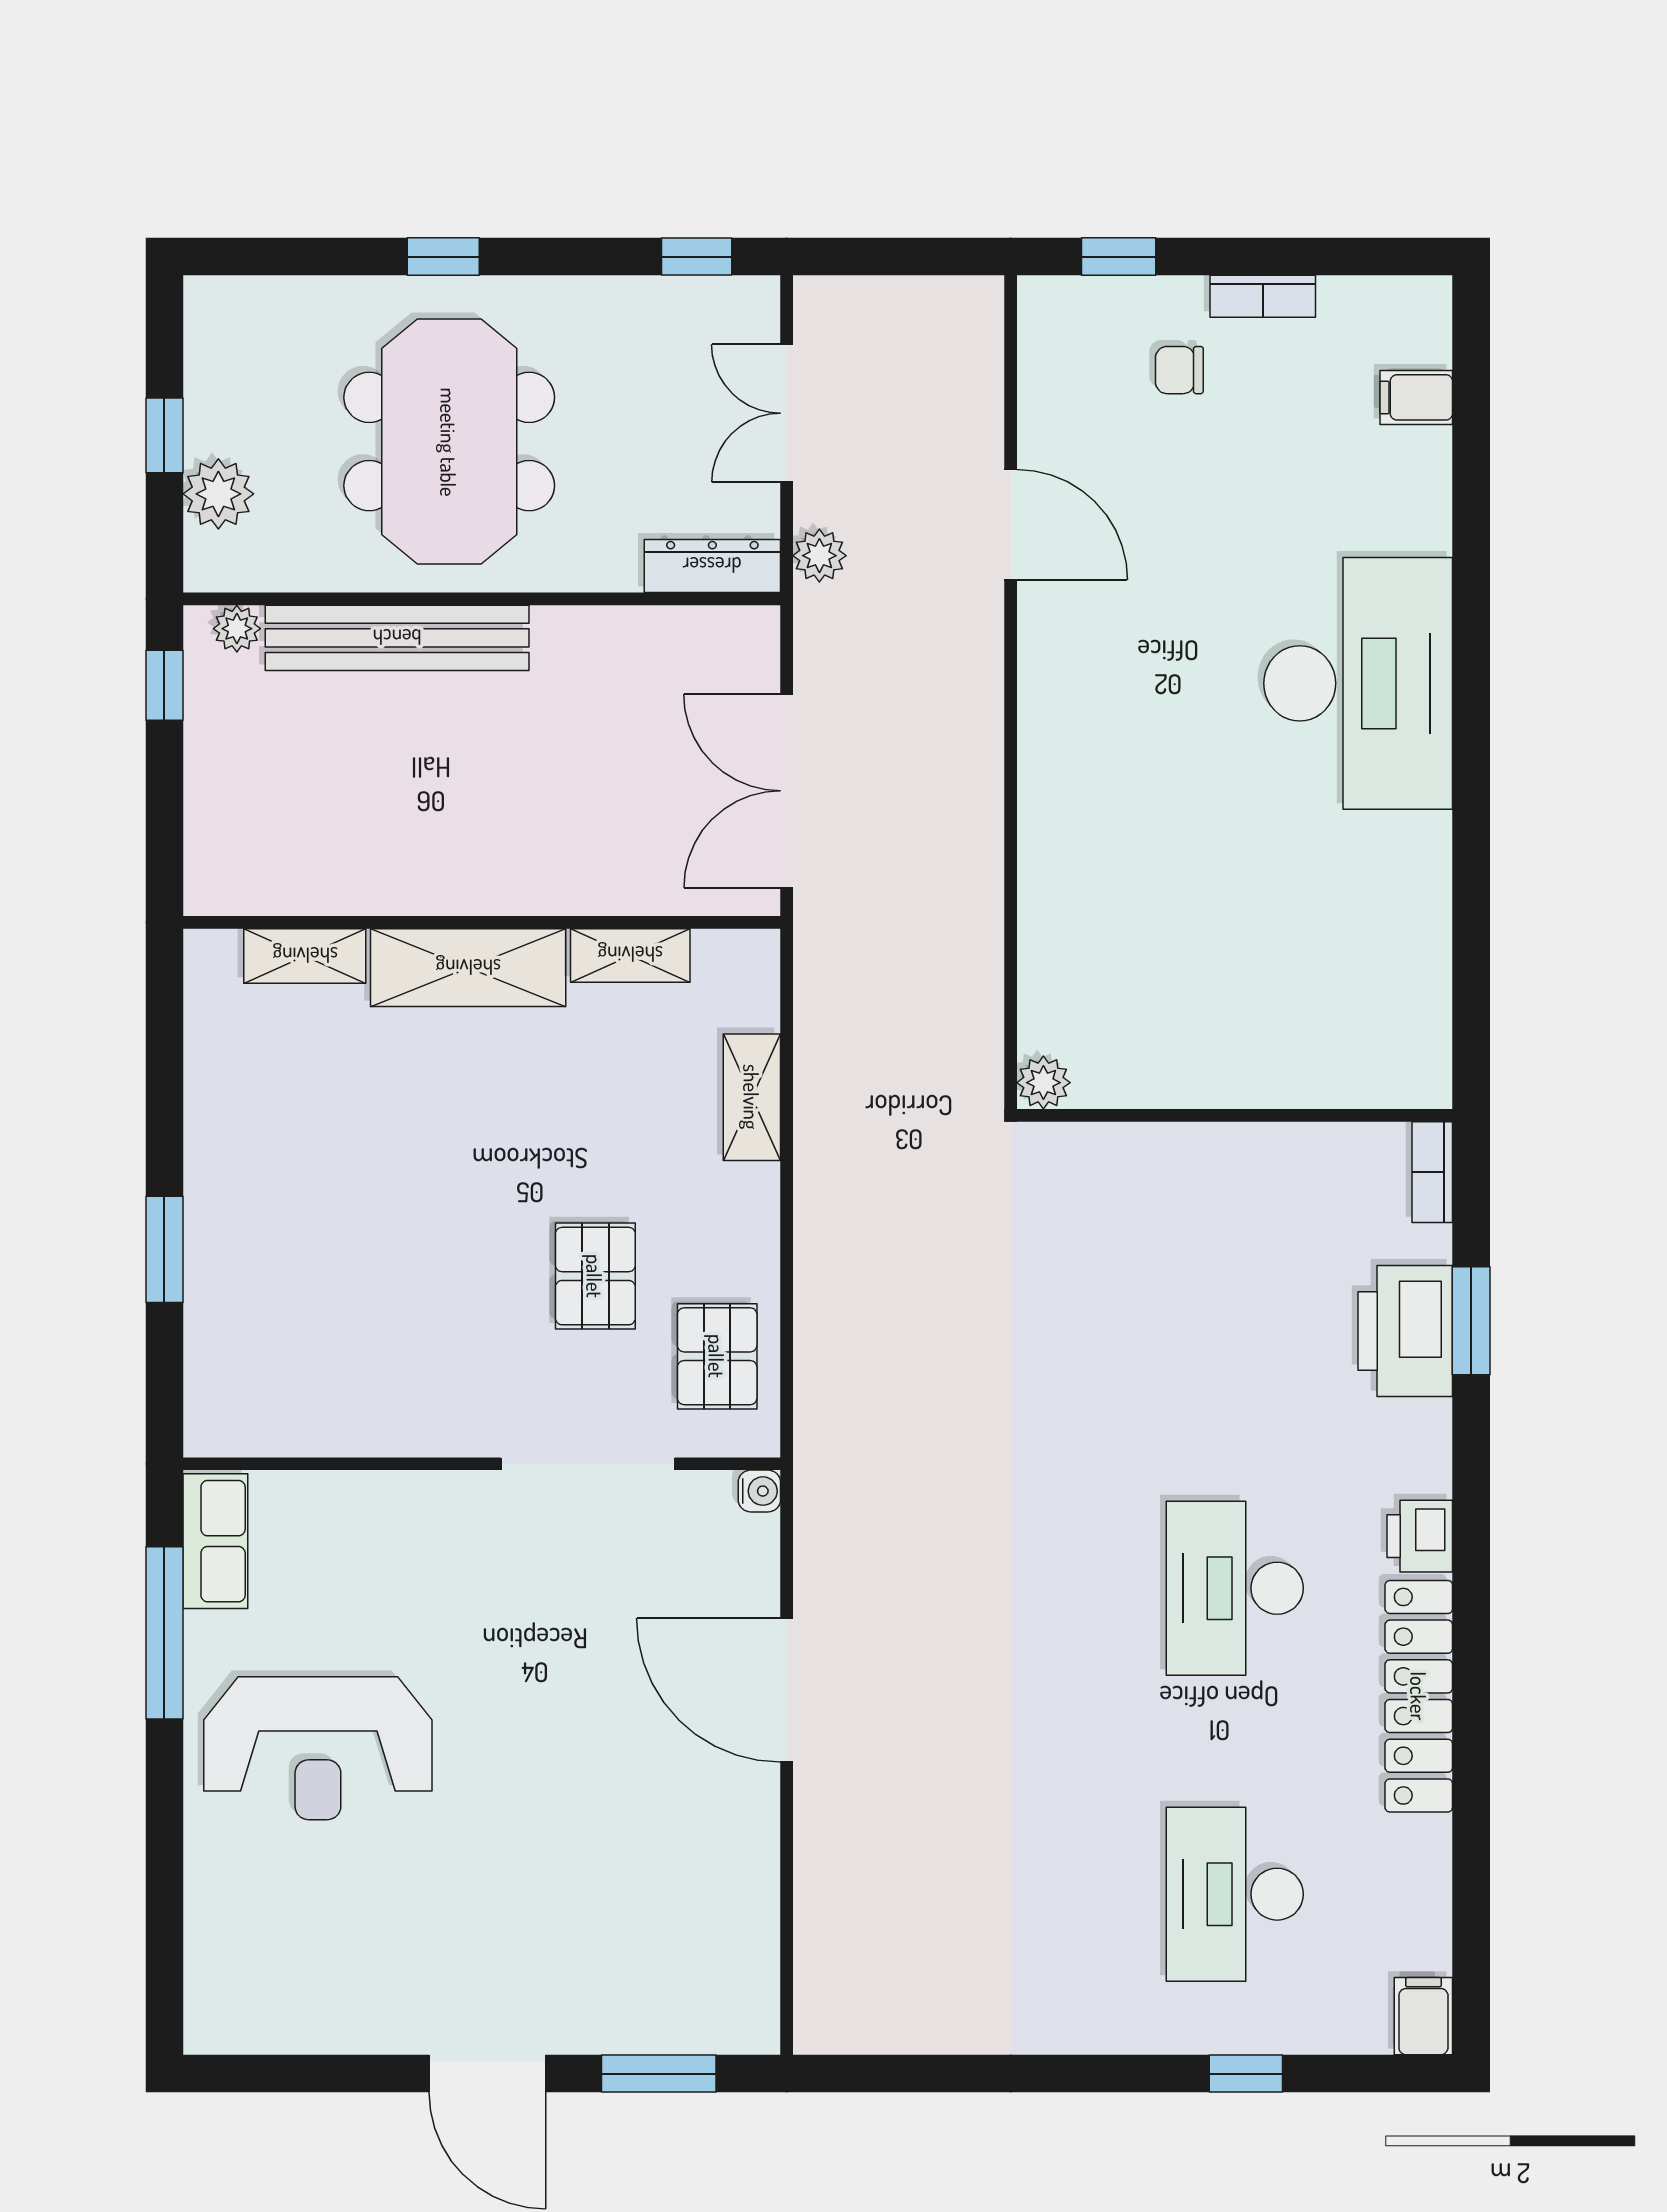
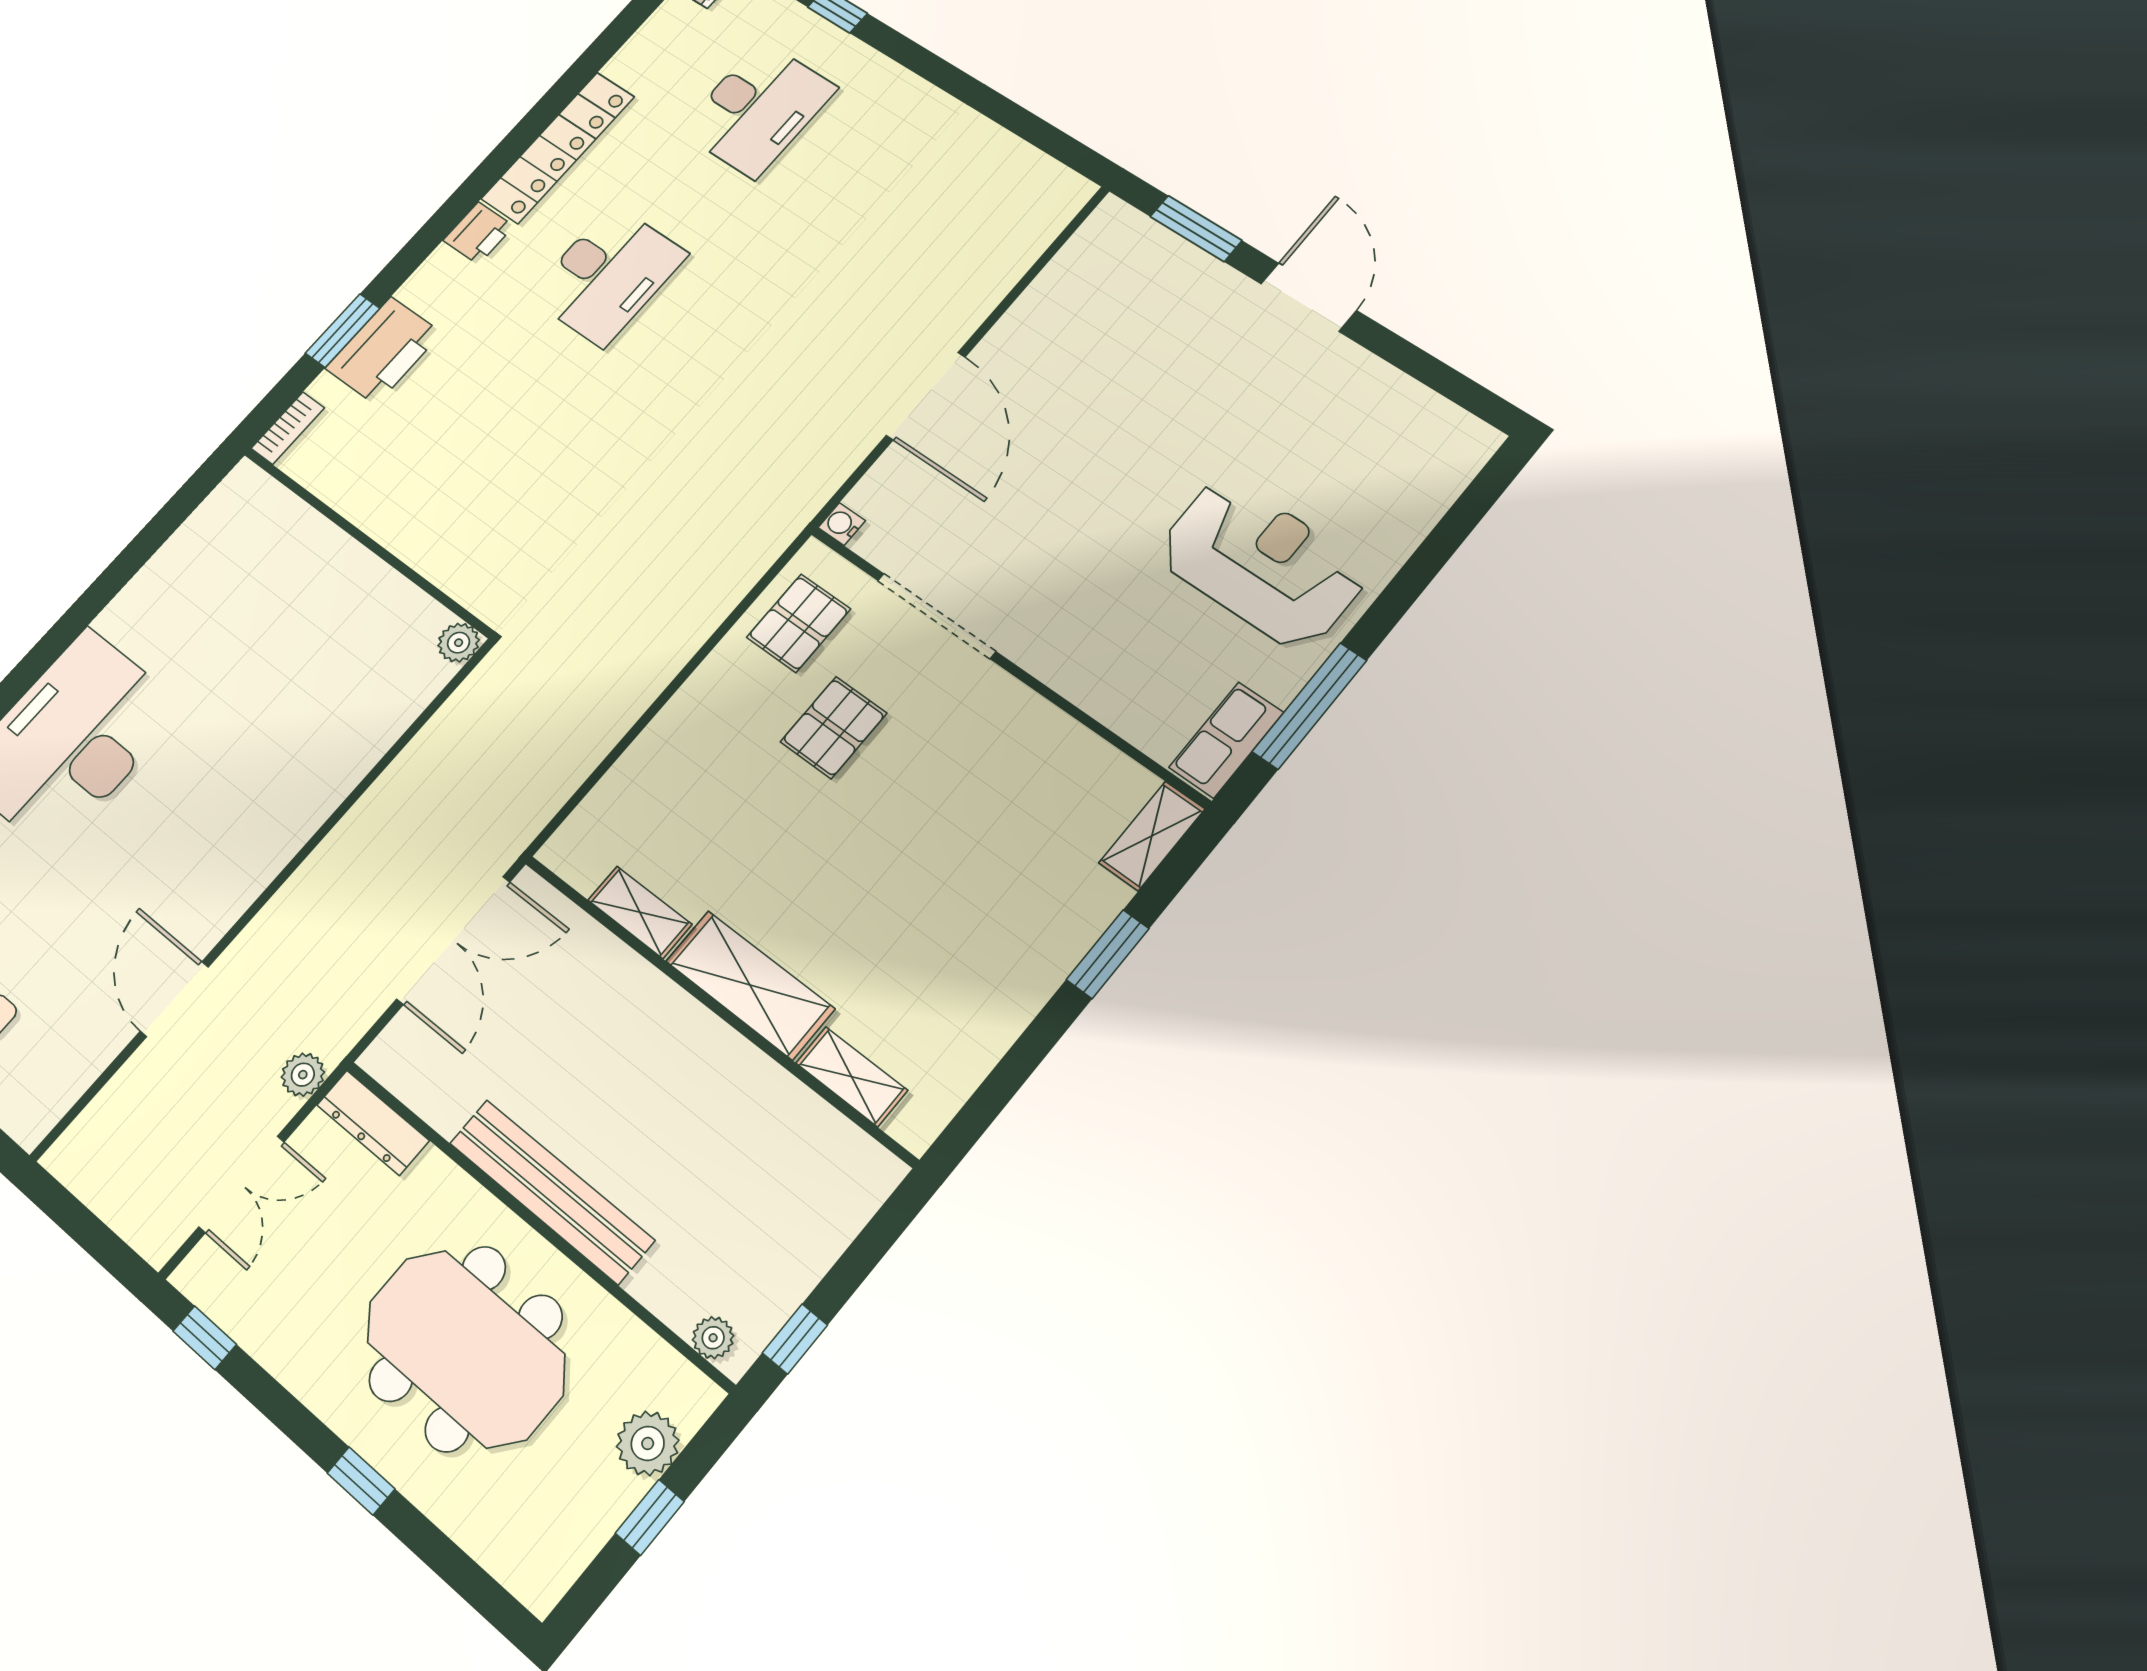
meeting table: (449, 442) -> (466, 1348), turned 90
bench: (397, 638) -> (551, 1191), moved
shelving: (752, 1097) -> (1152, 836), moved

